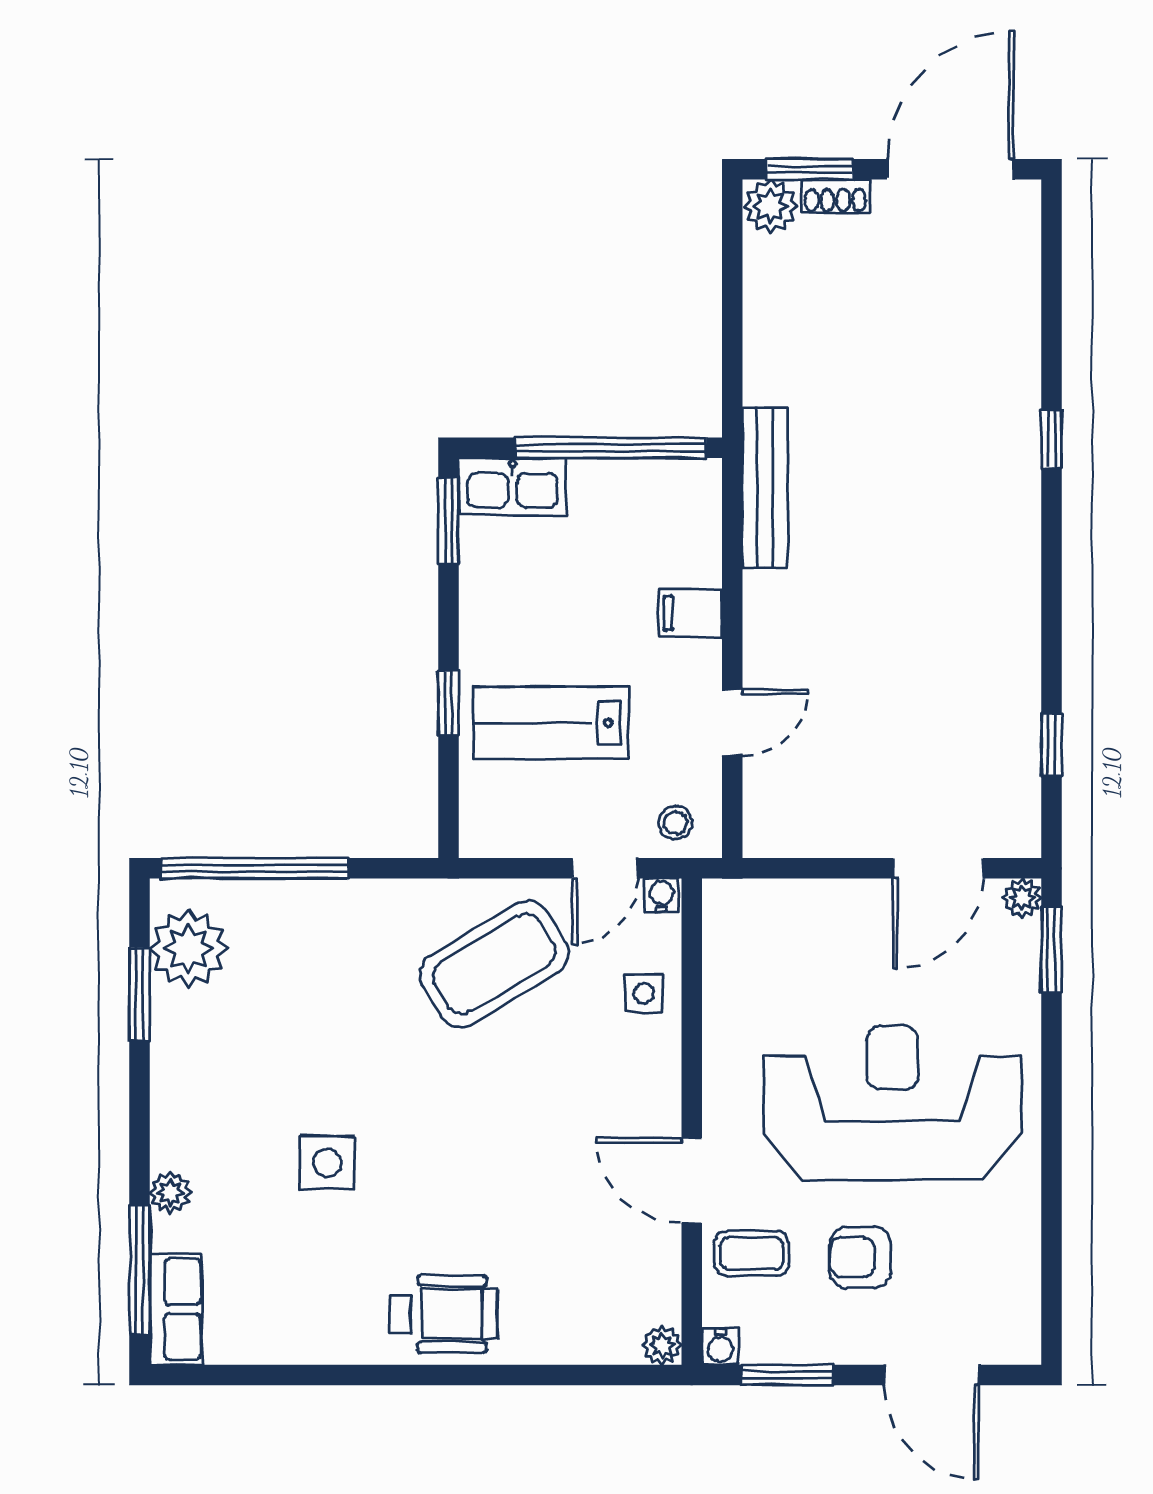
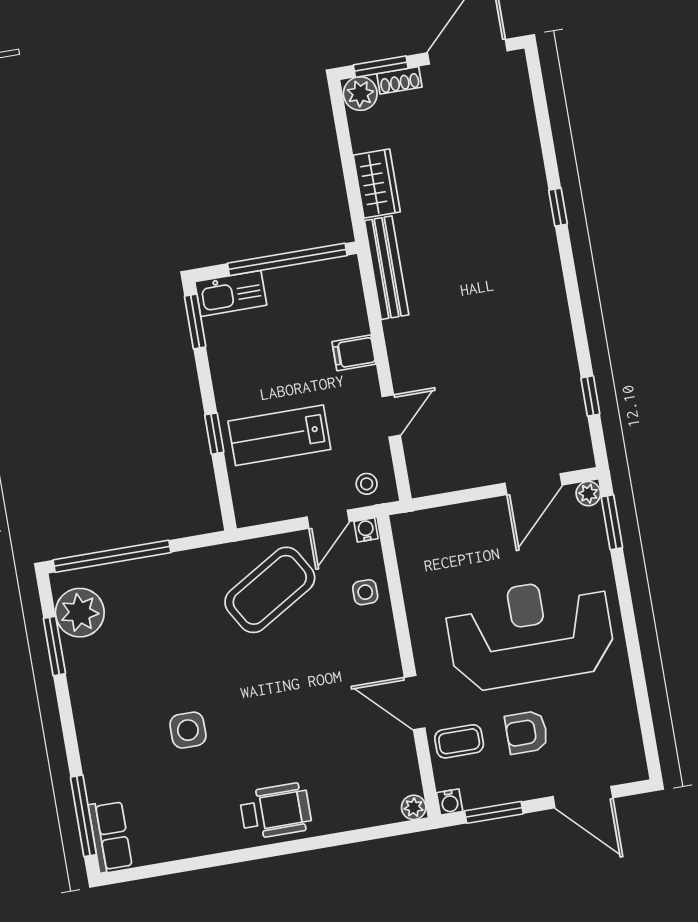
wardrobe: (772, 352) -> (377, 184), added
plant: (170, 1193) -> (94, 765), removed

